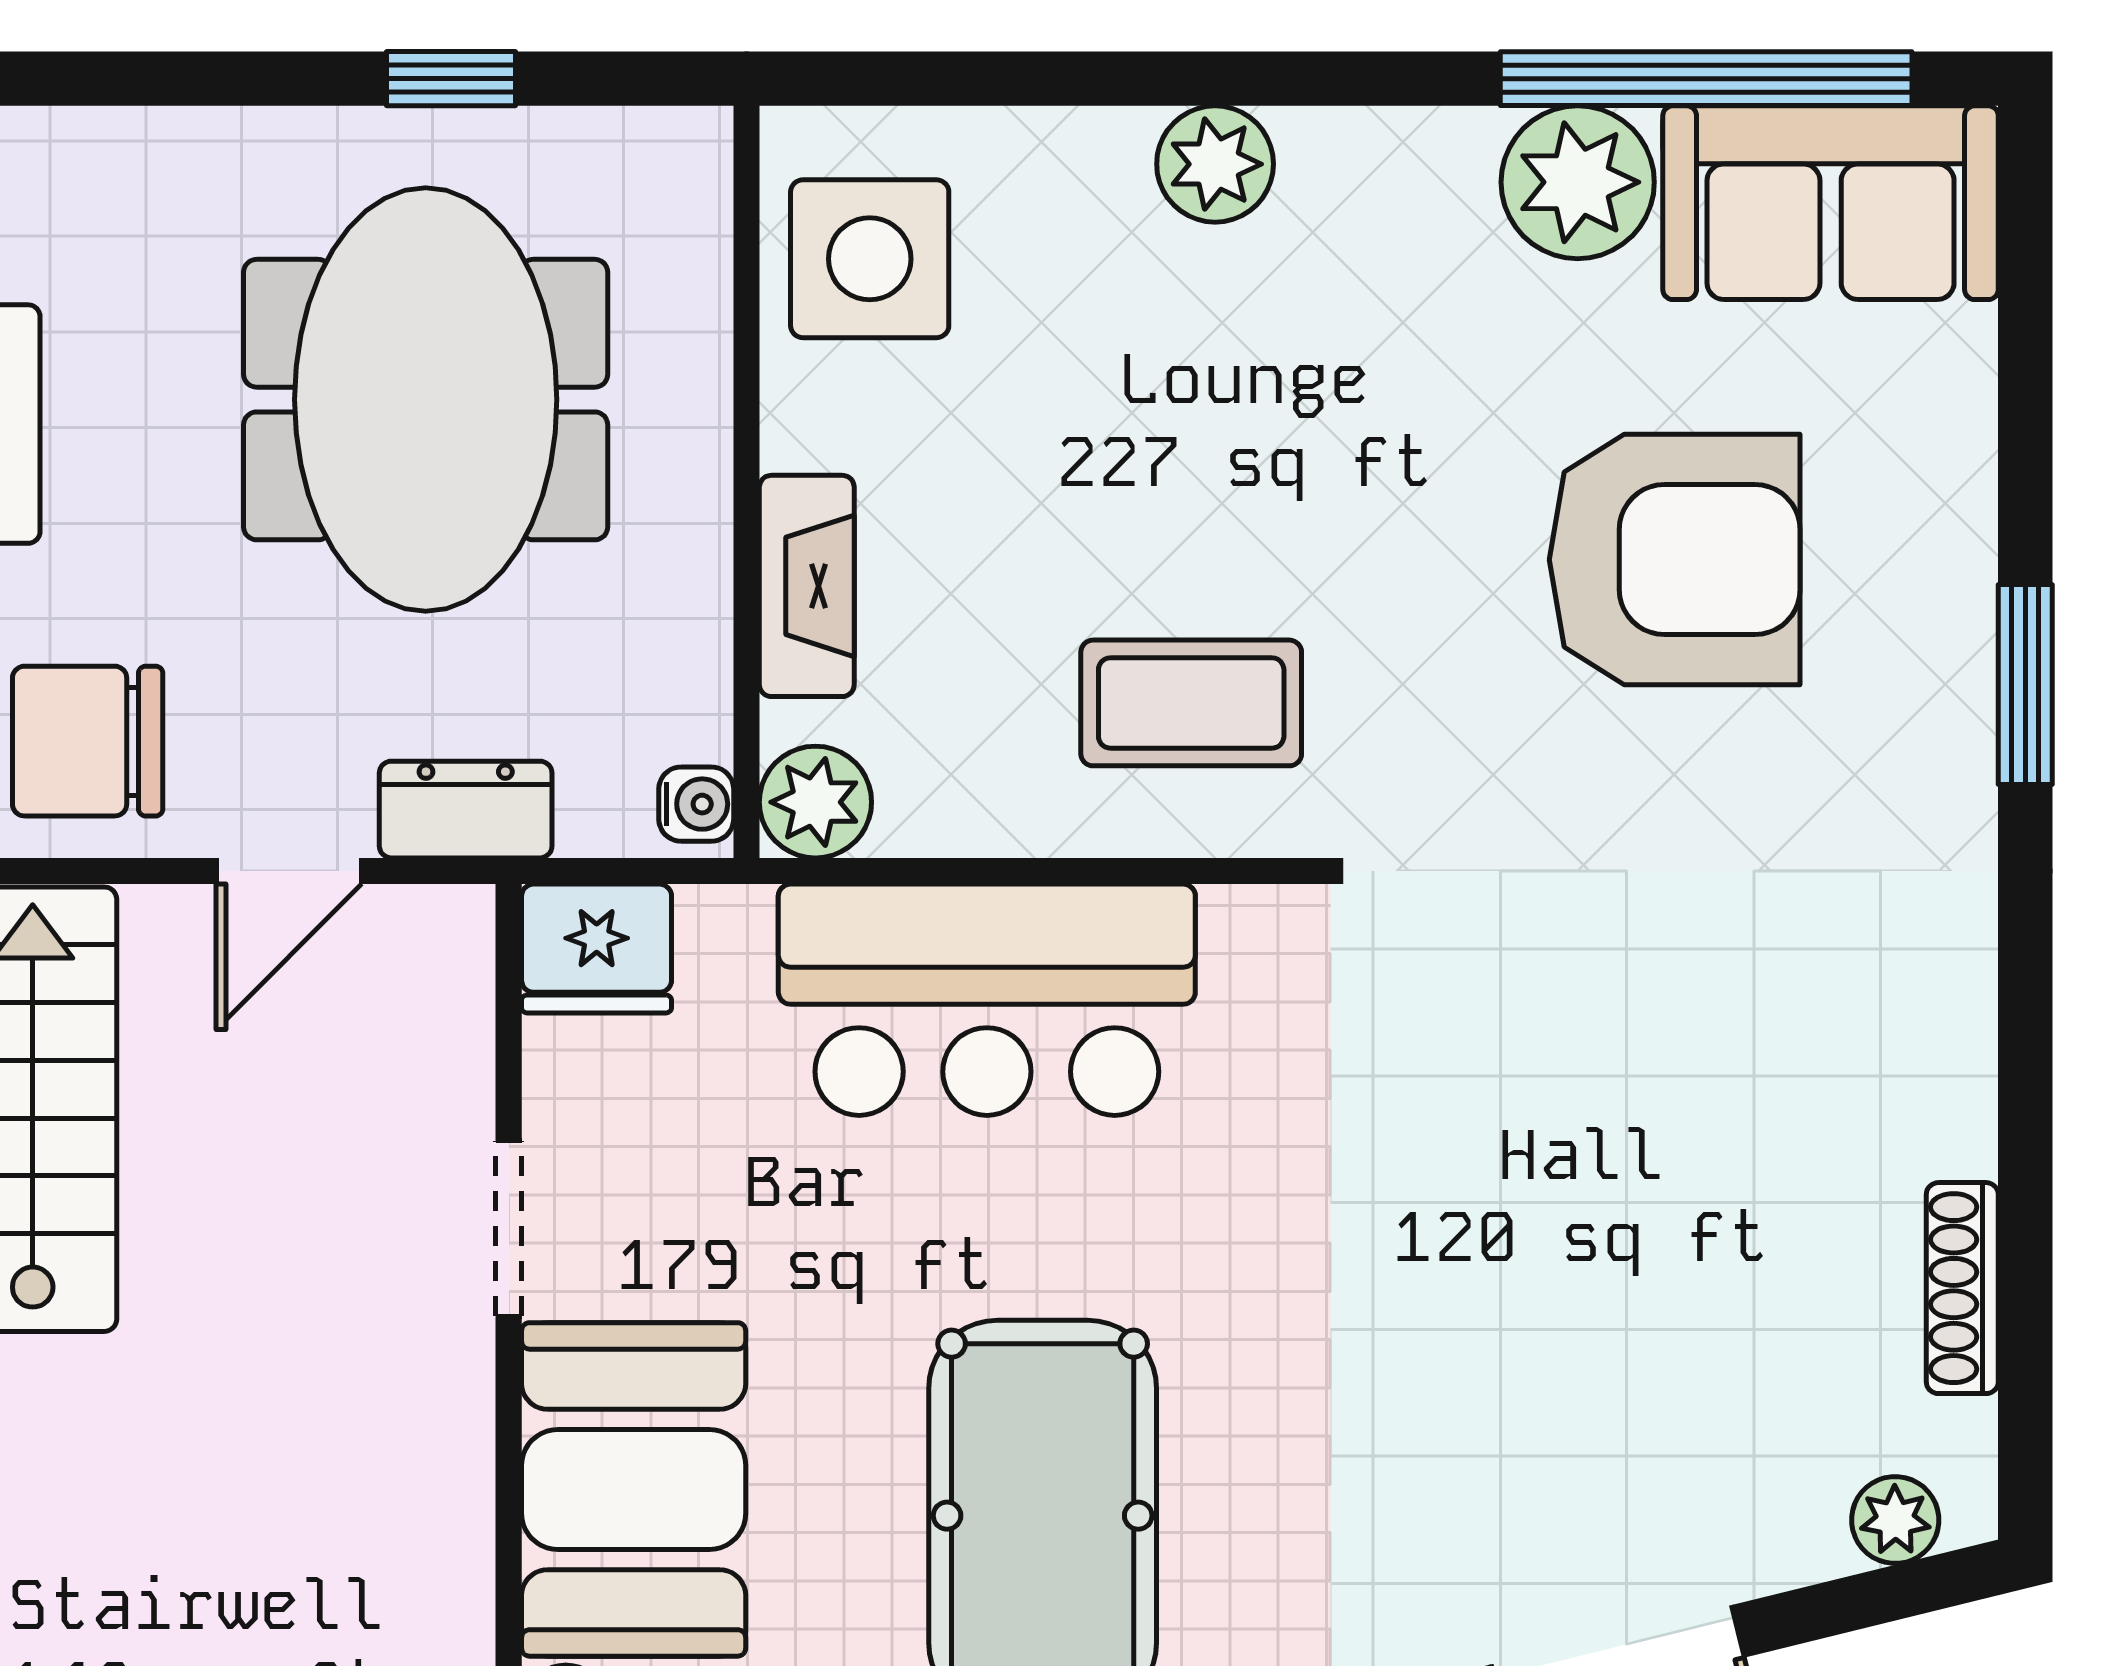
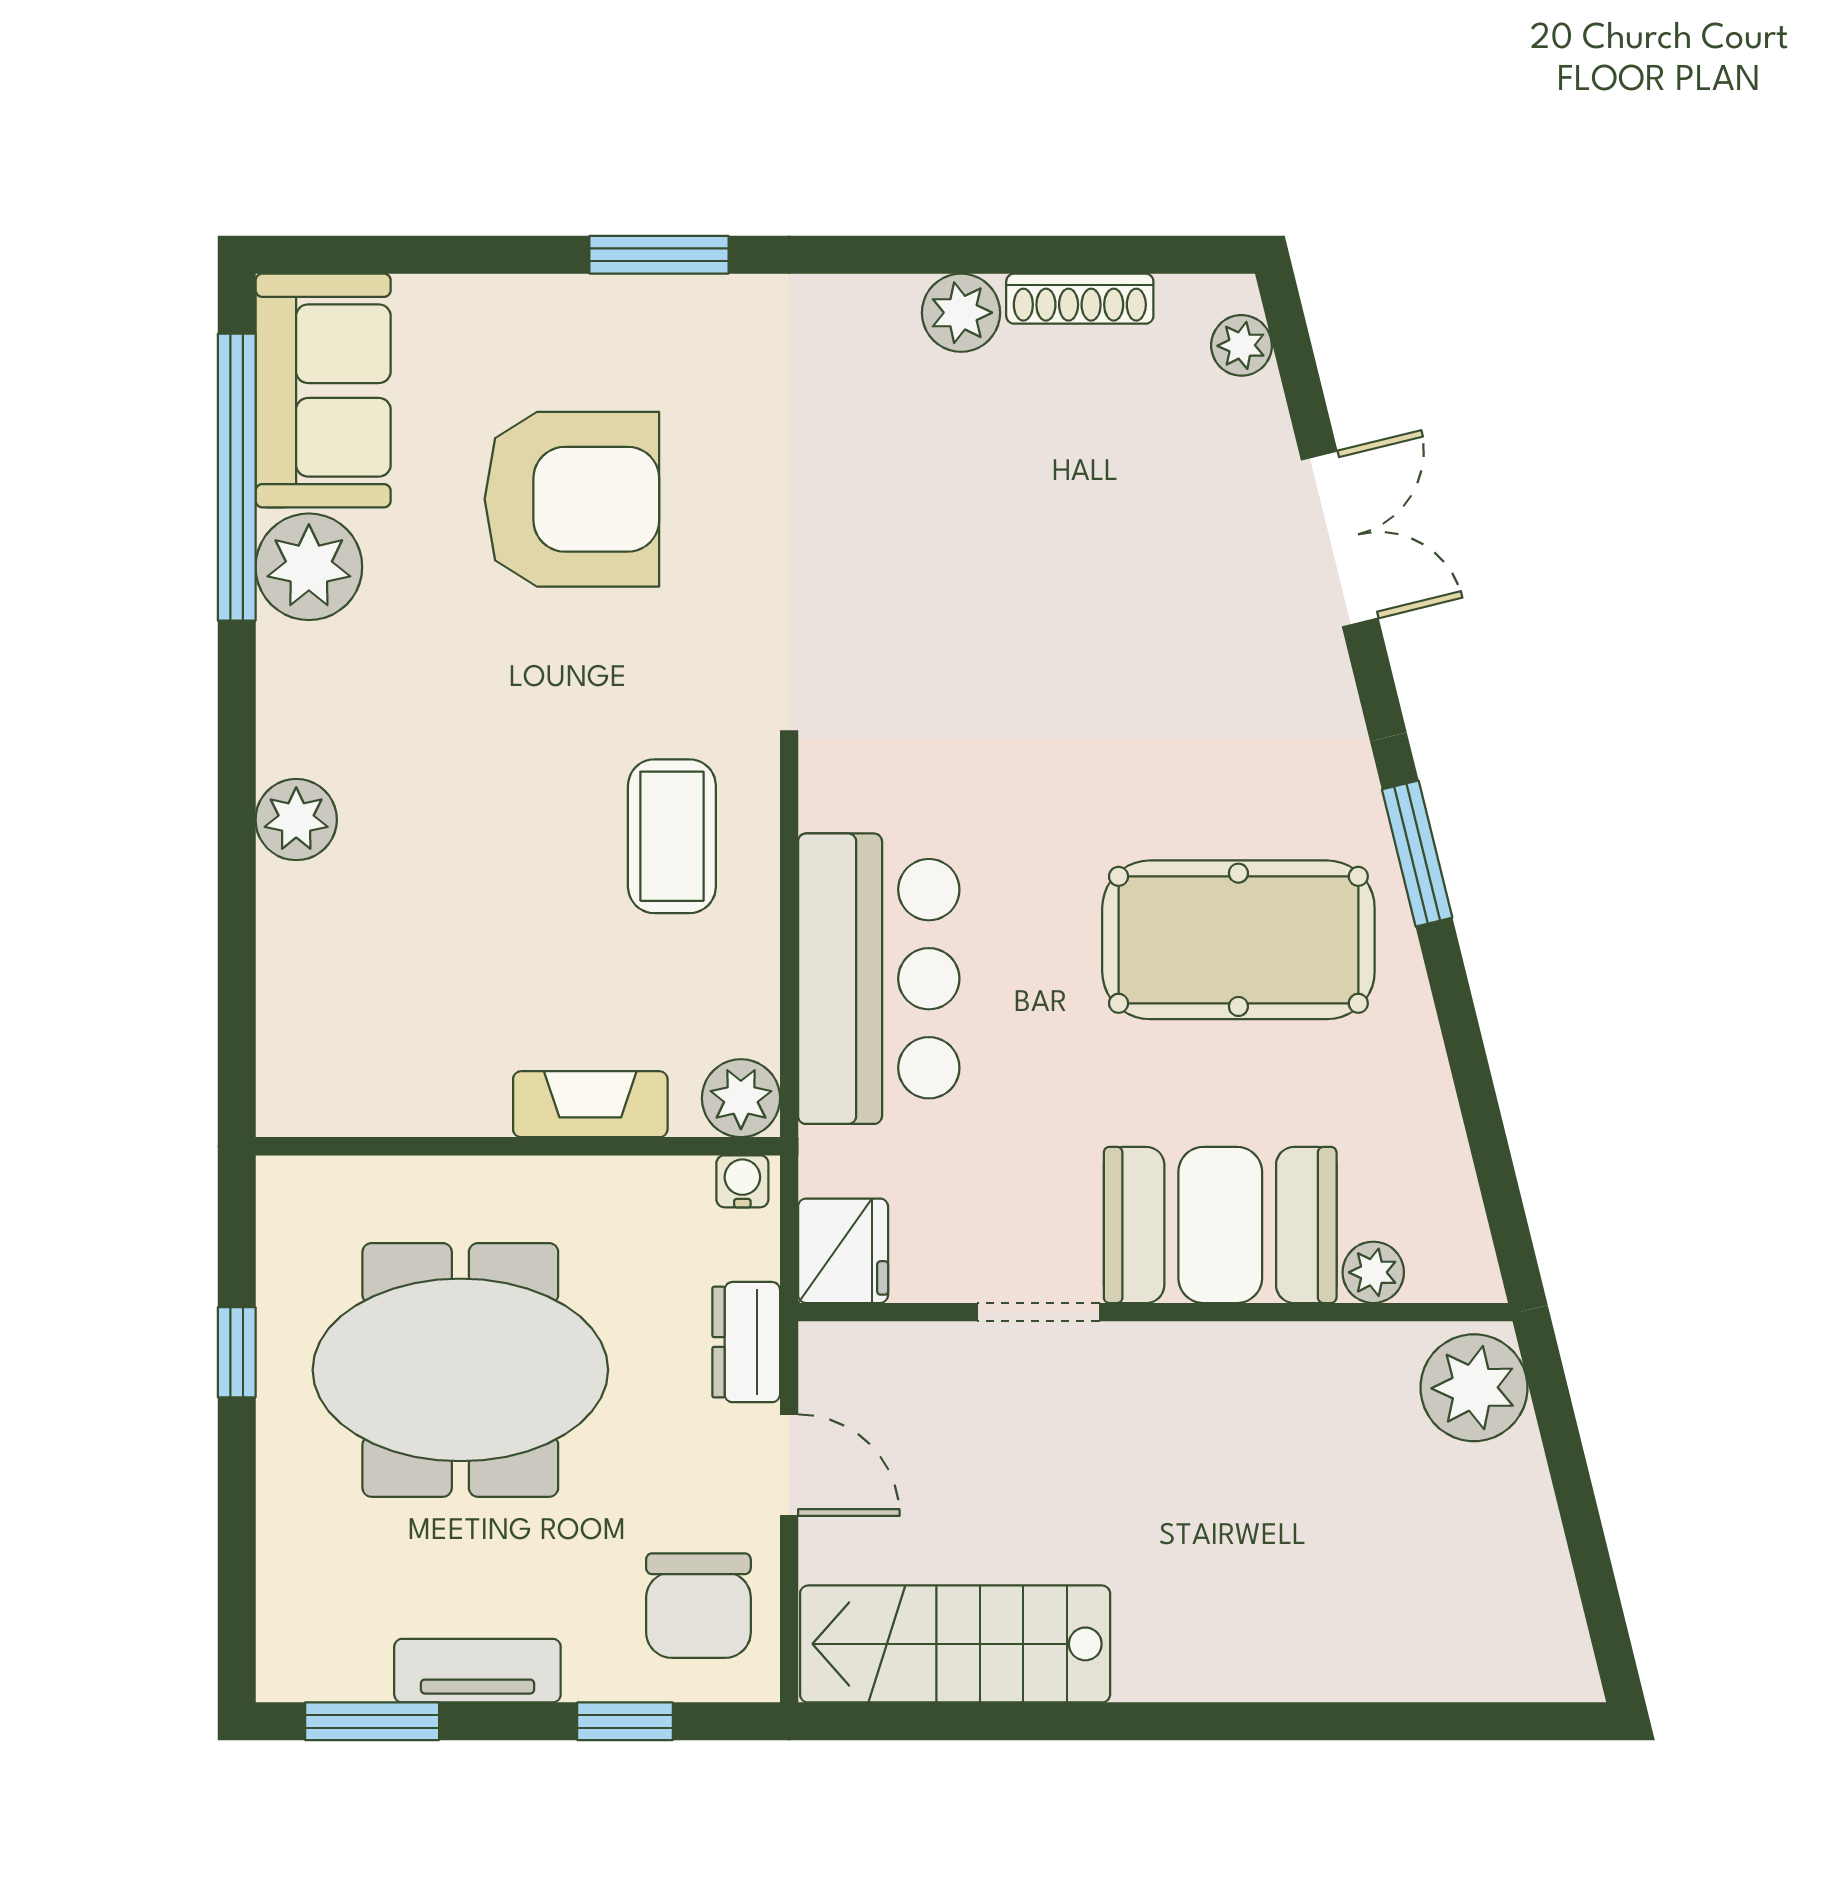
side table: (870, 259) -> (362, 1060), removed
armchair: (1675, 560) -> (572, 499), turned 90
plant: (1942, 1118) -> (961, 313), added

